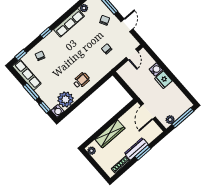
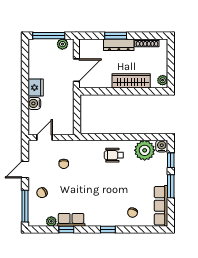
row of seats: (69, 23) -> (71, 220), width x0.68
window: (21, 55) -> (66, 230), moved

